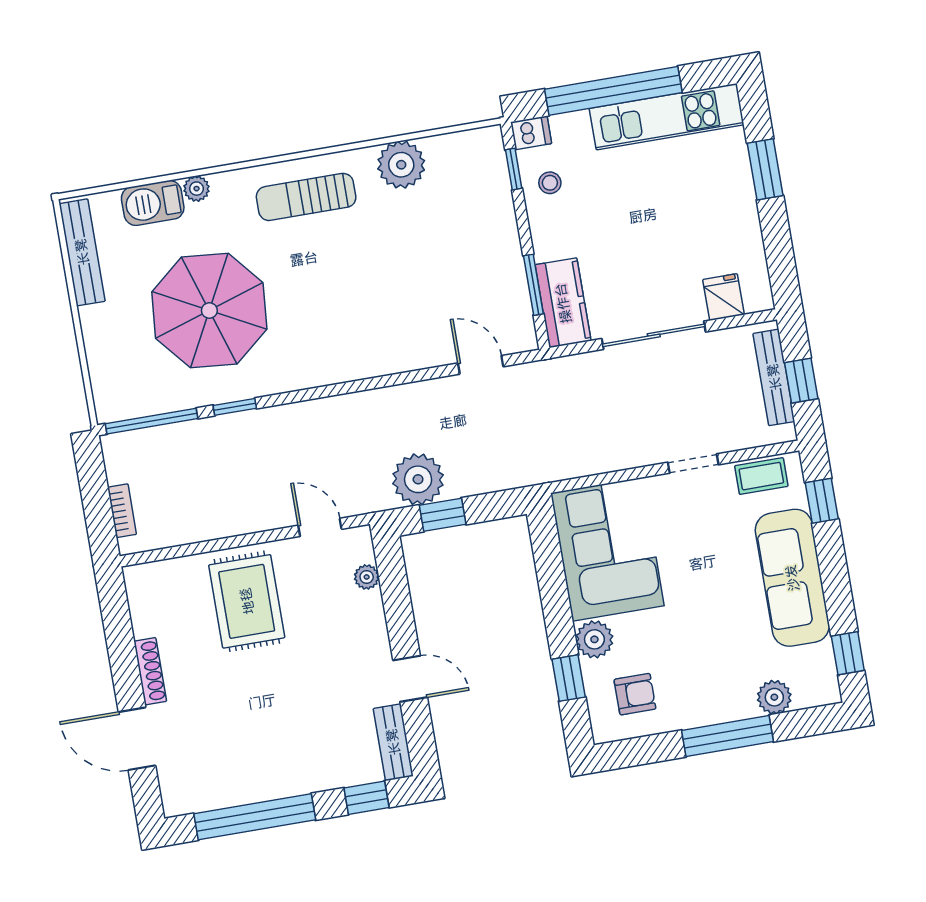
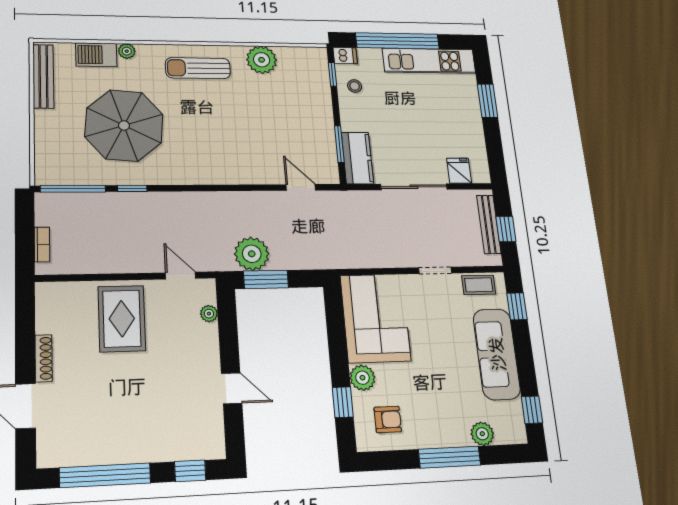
window: (443, 515) -> (266, 279), width x1.50
bench: (393, 742) -> (214, 432), removed

